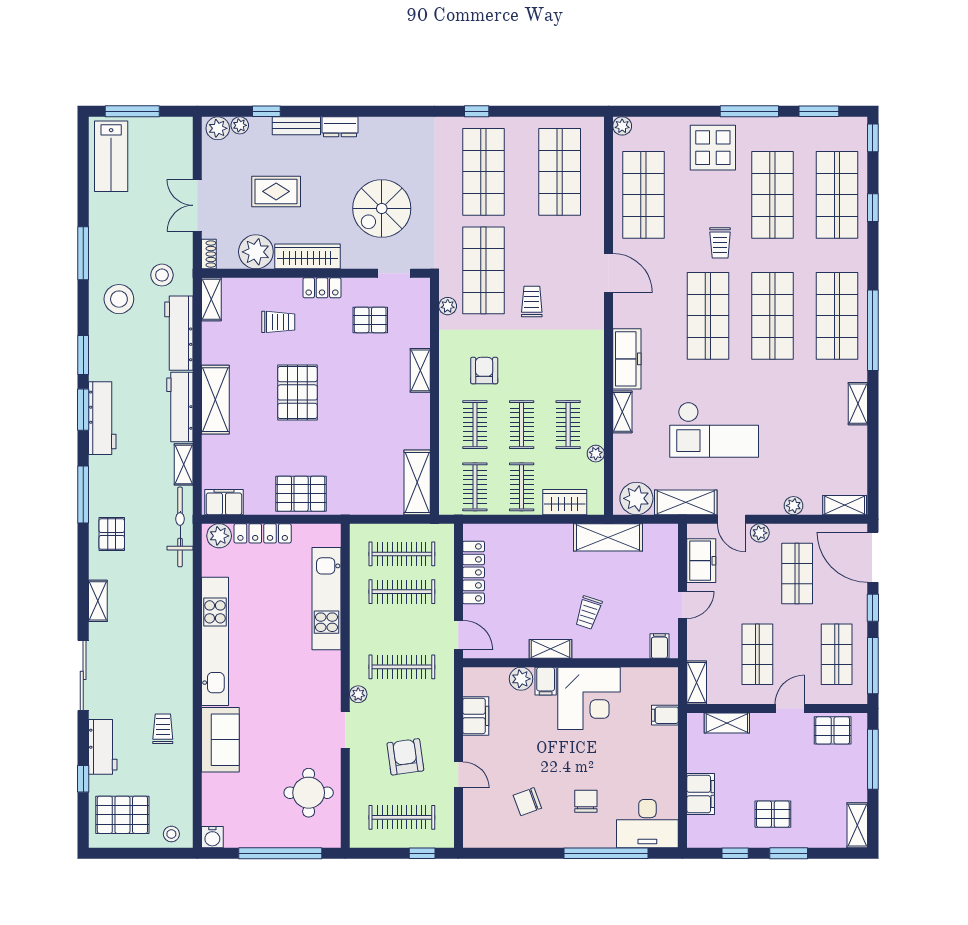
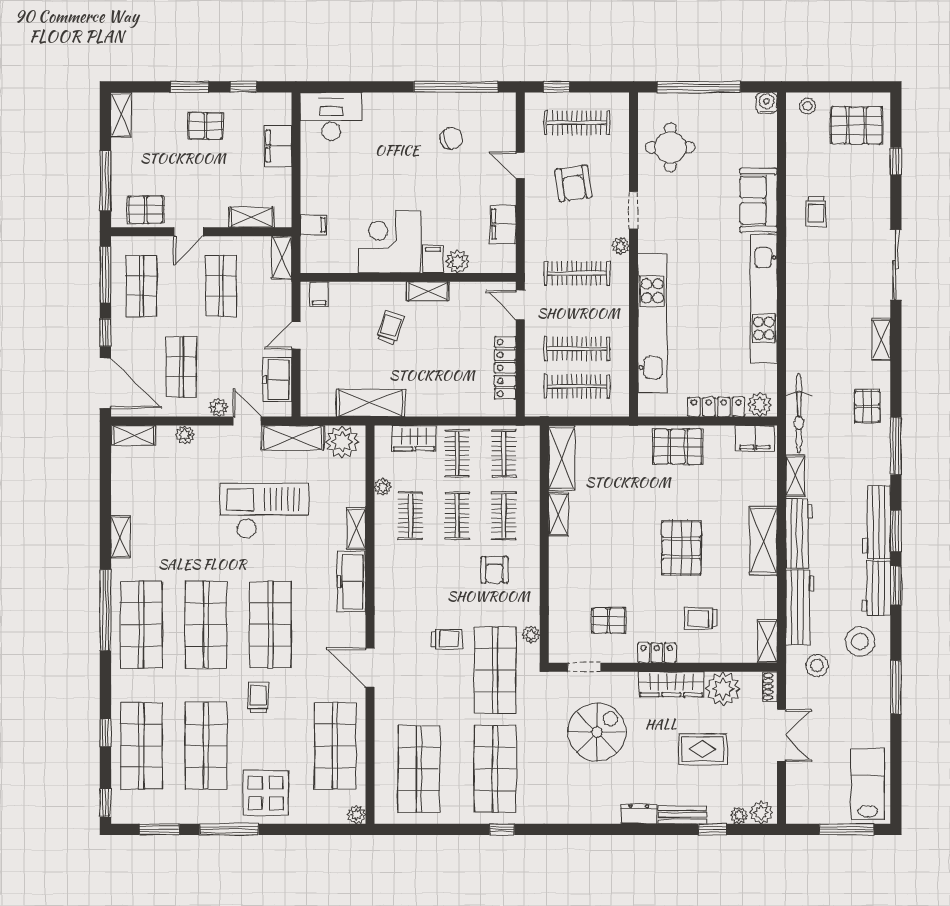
trolley: (532, 301) -> (447, 639), turned -90
shelving: (420, 370) -> (558, 514), moved
kitchen unit: (327, 599) -> (652, 323), width x1.36
workbench: (103, 747) -> (876, 588), moved
chair: (586, 801) -> (393, 139), removed
window: (606, 853) -> (456, 87), moved

